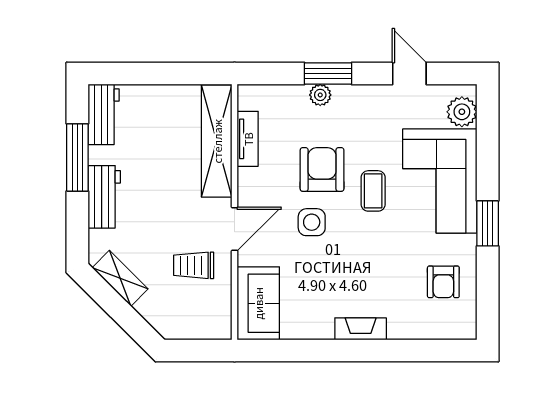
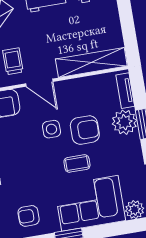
plant: (320, 95) -> (124, 122), width x1.88, depth x1.88
tv unit: (248, 139) -> (125, 91), moved, turned 90

